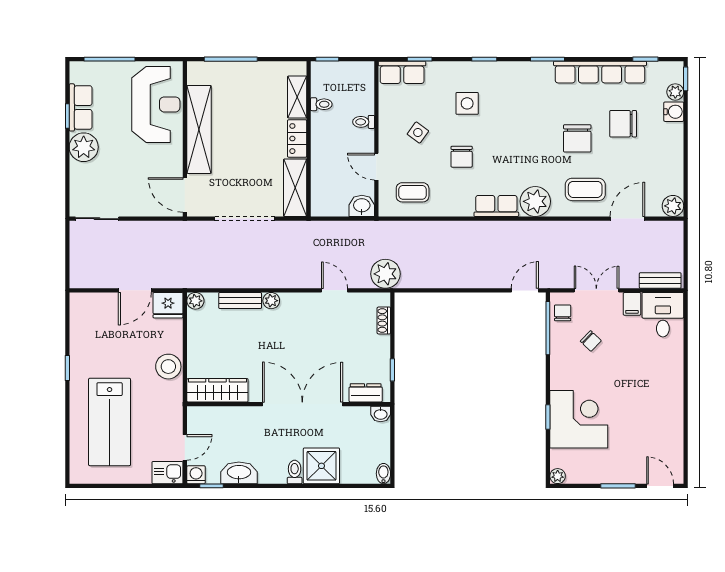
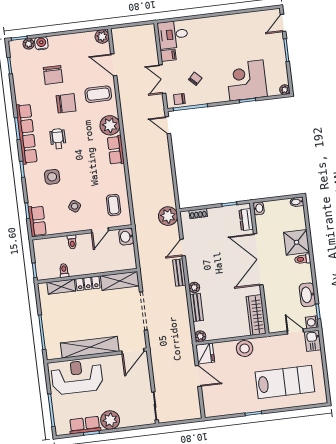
row of seats: (600, 72) -> (26, 134), moved
wheelchair: (524, 119) -> (58, 139), added
chair: (462, 157) -> (87, 176), removed
coffee table: (585, 189) -> (98, 94), turned 90
bench: (660, 280) -> (179, 273), moved

